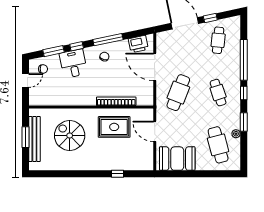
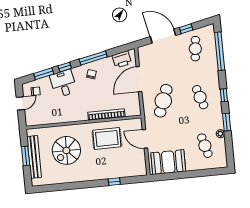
window: (244, 60) -> (220, 51), moved
door: (155, 67) -> (139, 79), hinge flipped
spiral stairs: (70, 135) -> (66, 150), turned -90
cafe table: (218, 145) -> (205, 146), width x0.73, depth x0.74

